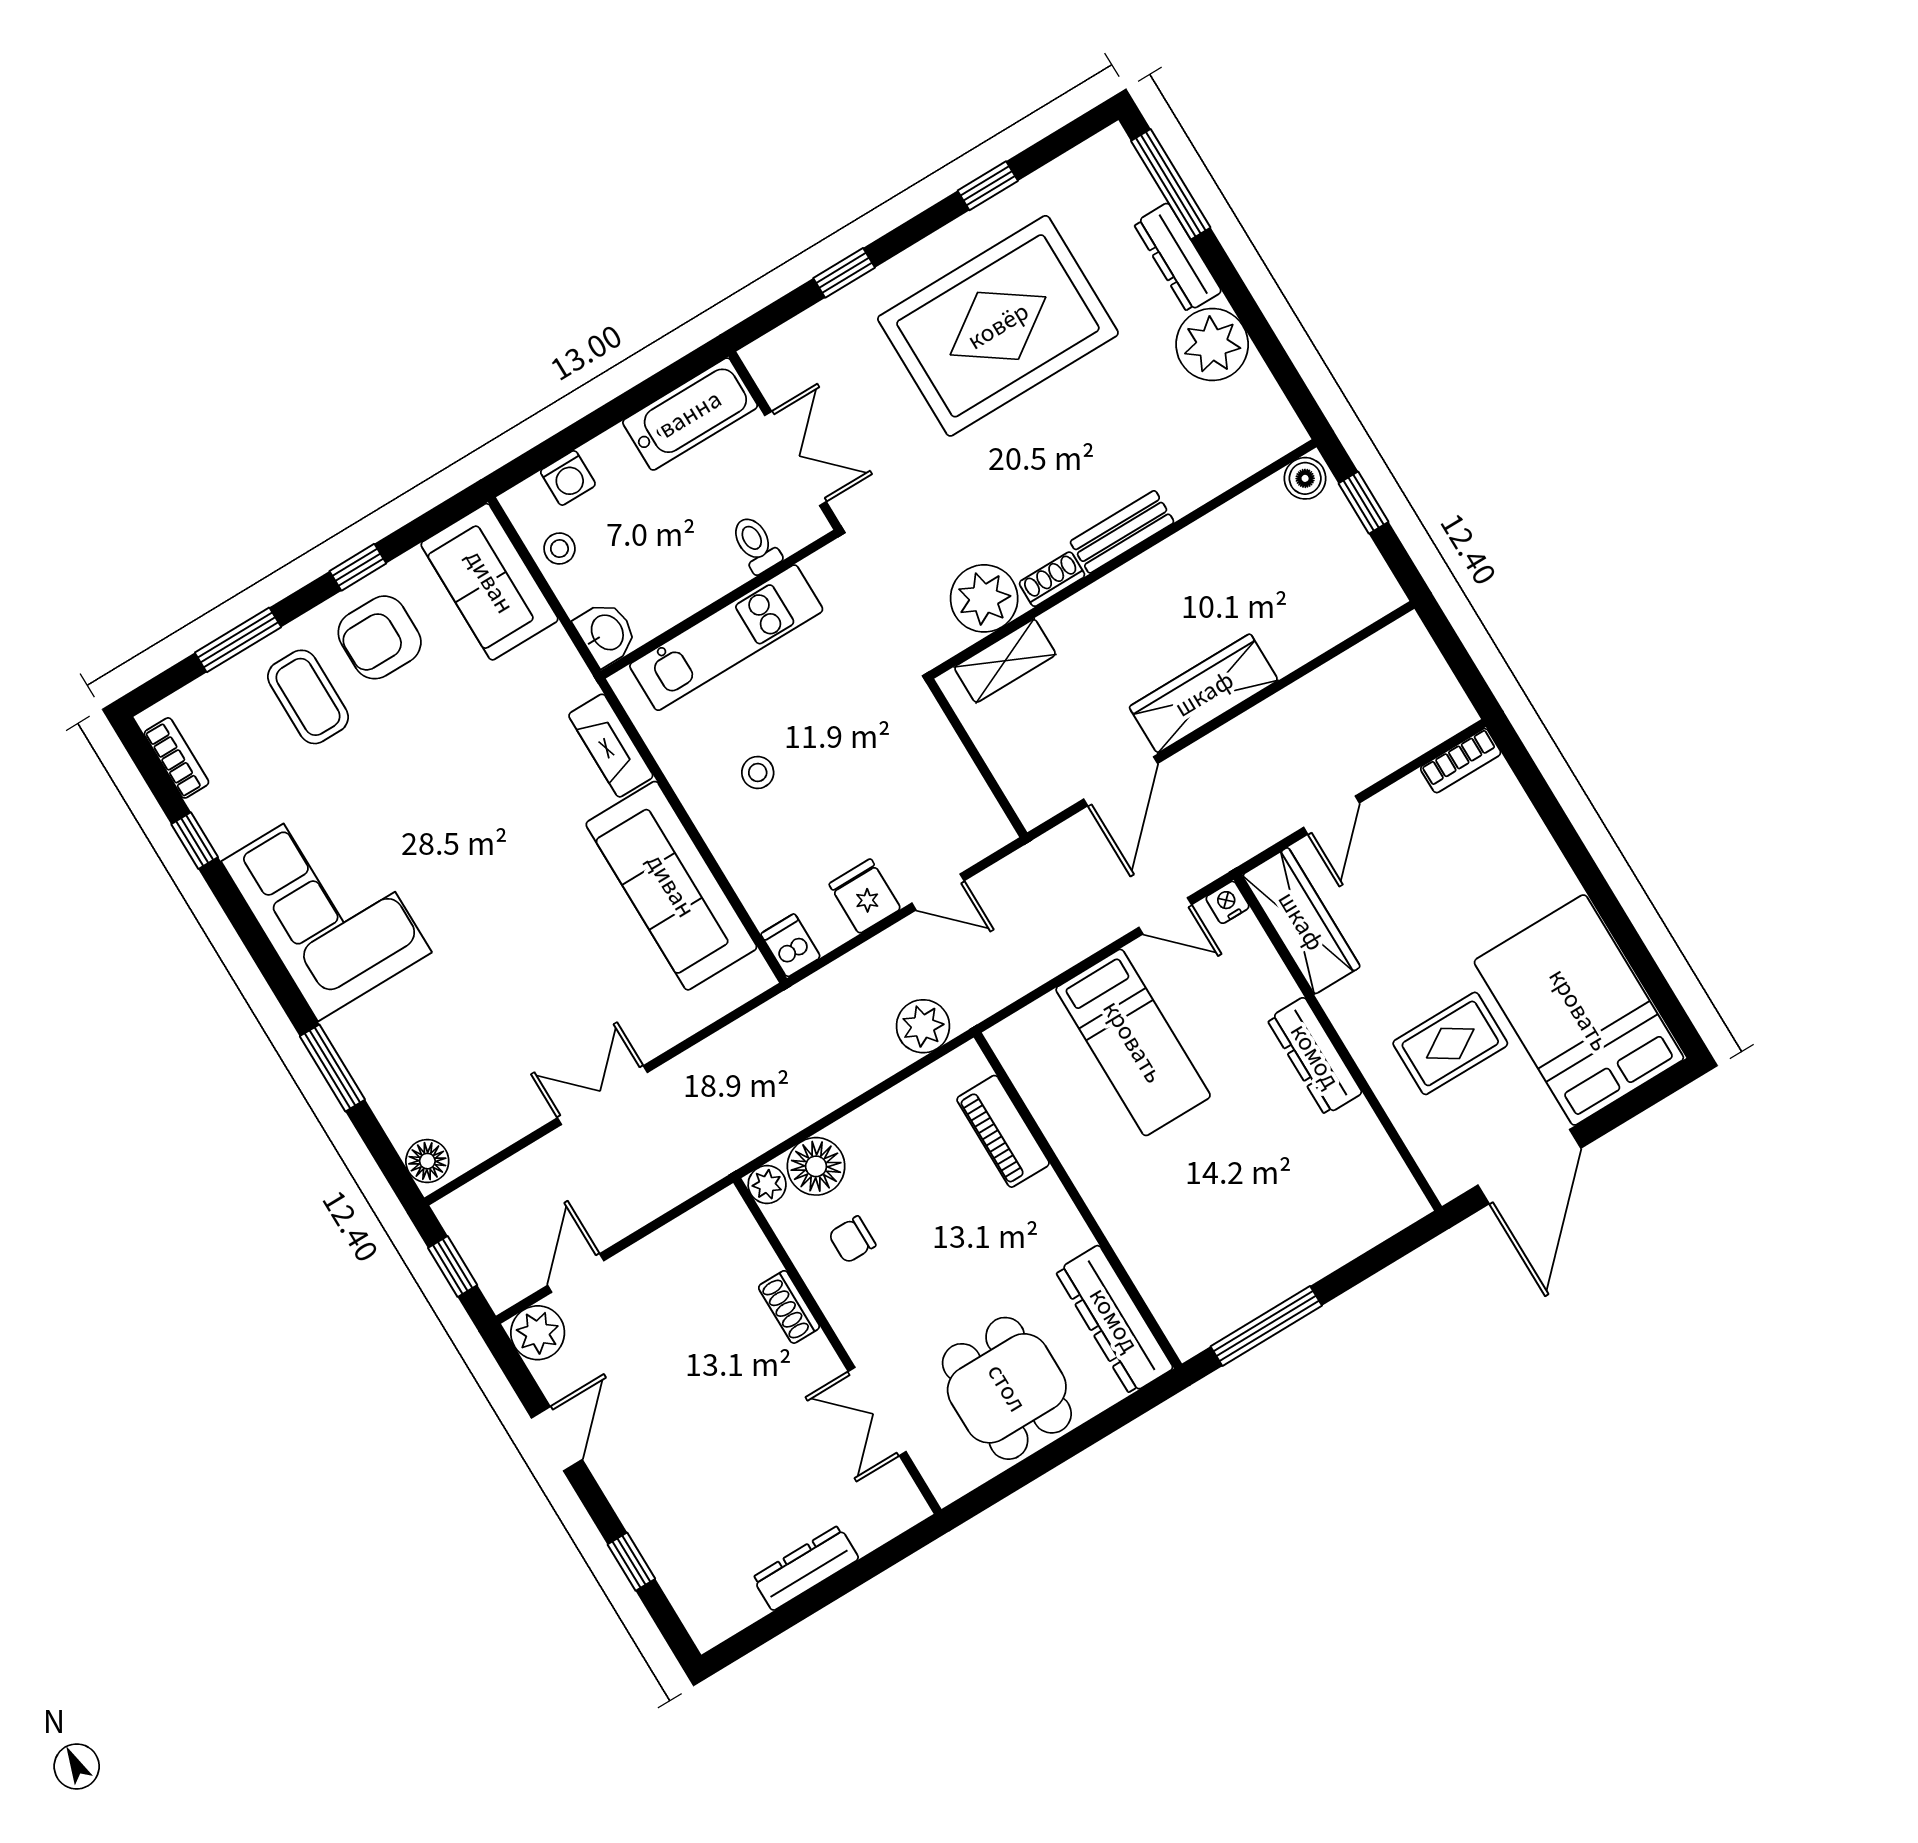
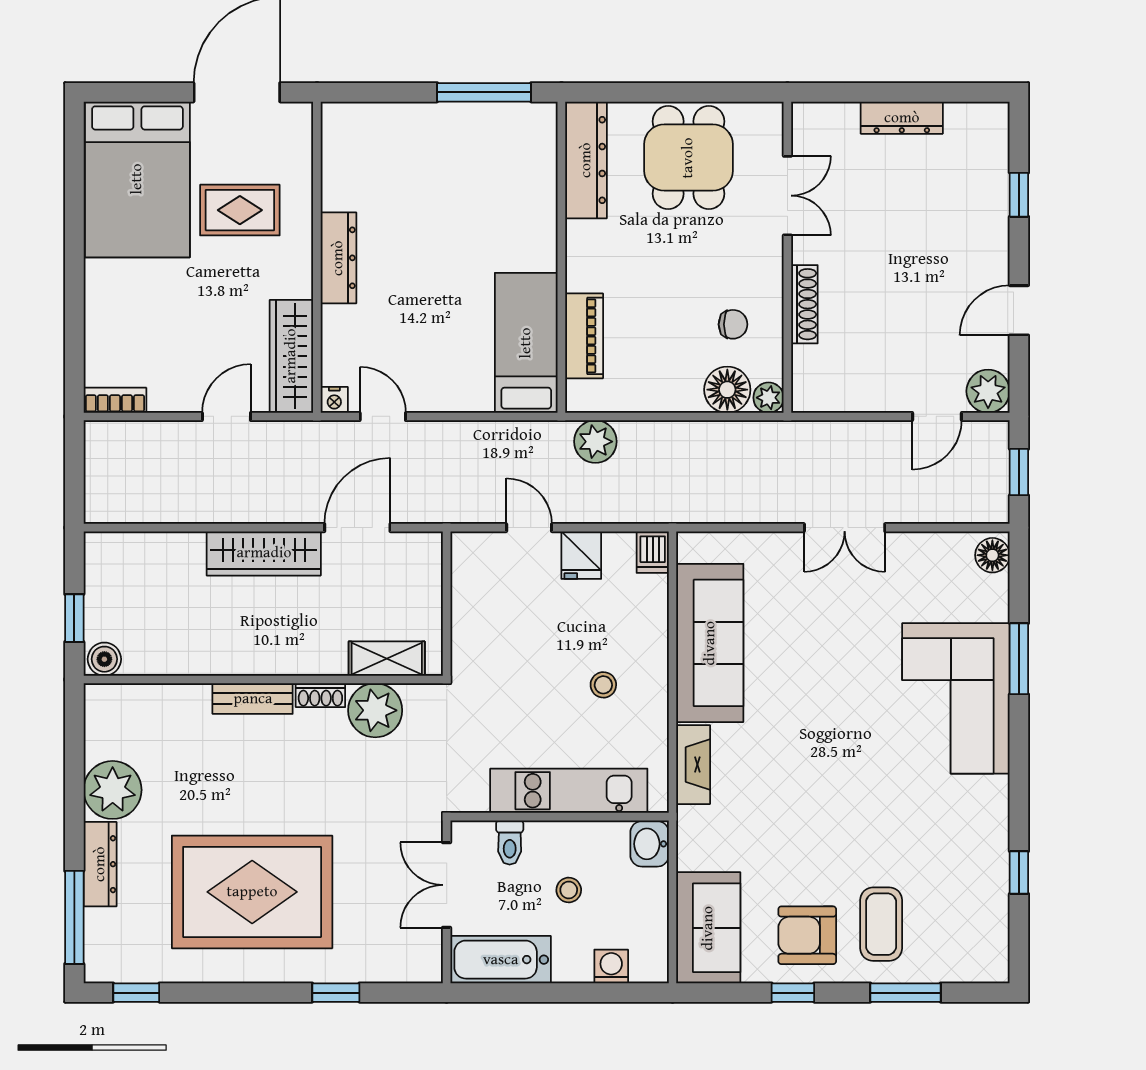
window: (988, 186) -> (136, 993), moved
stool: (559, 549) -> (569, 890), moved
armchair: (380, 637) -> (807, 935), turned 180
bookcase: (176, 758) -> (997, 937), removed
corner sofa: (326, 907) -> (956, 698), moved
bed: (1133, 1042) -> (526, 343), moved
shoe rack: (789, 1307) -> (804, 304), width x1.43

